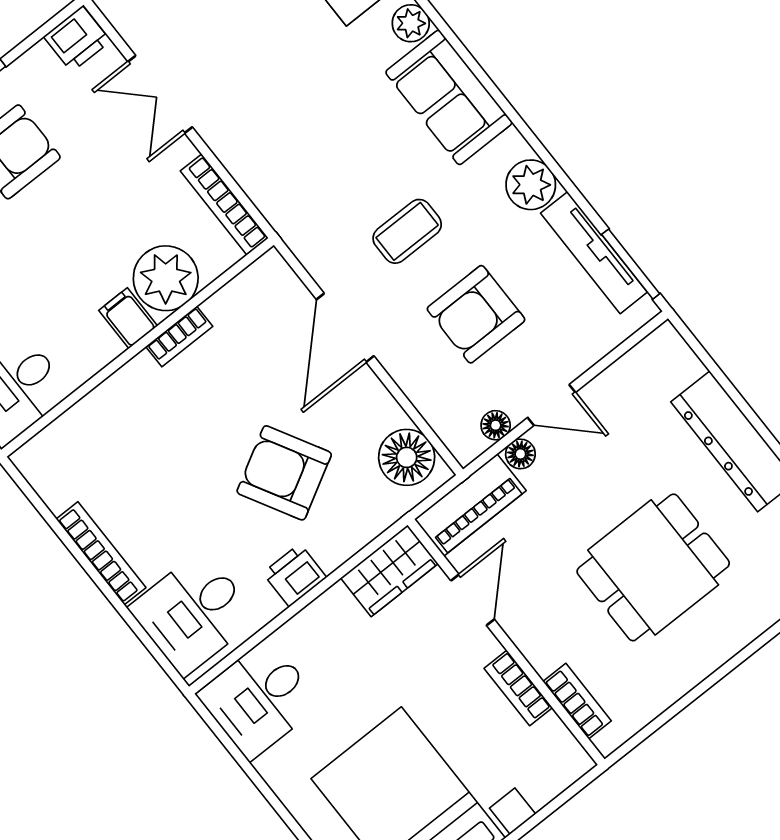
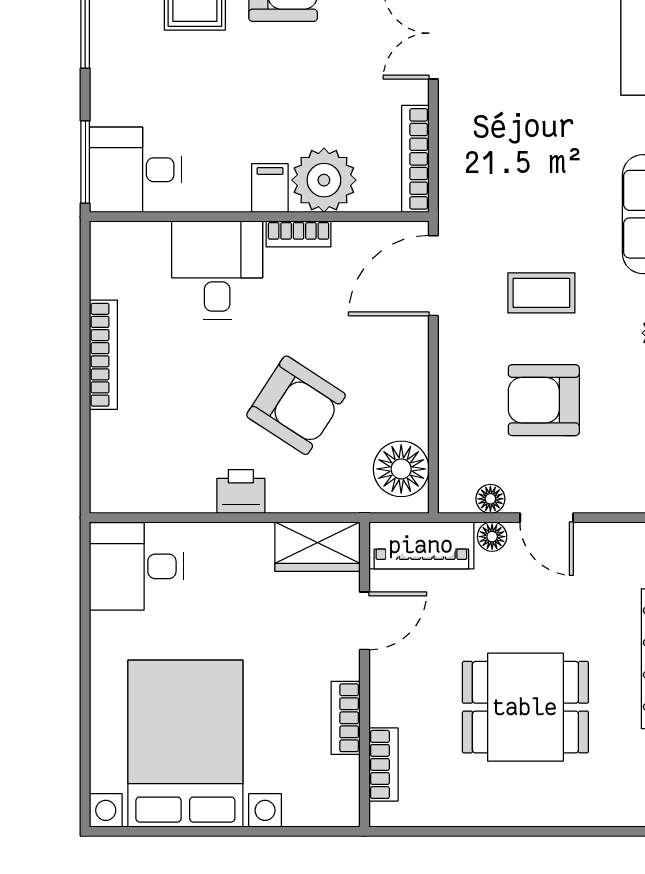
door: (345, 328) -> (433, 276), moved
armchair: (284, 473) -> (296, 405), turned 152
desk: (193, 613) -> (217, 270), moved, turned 90

